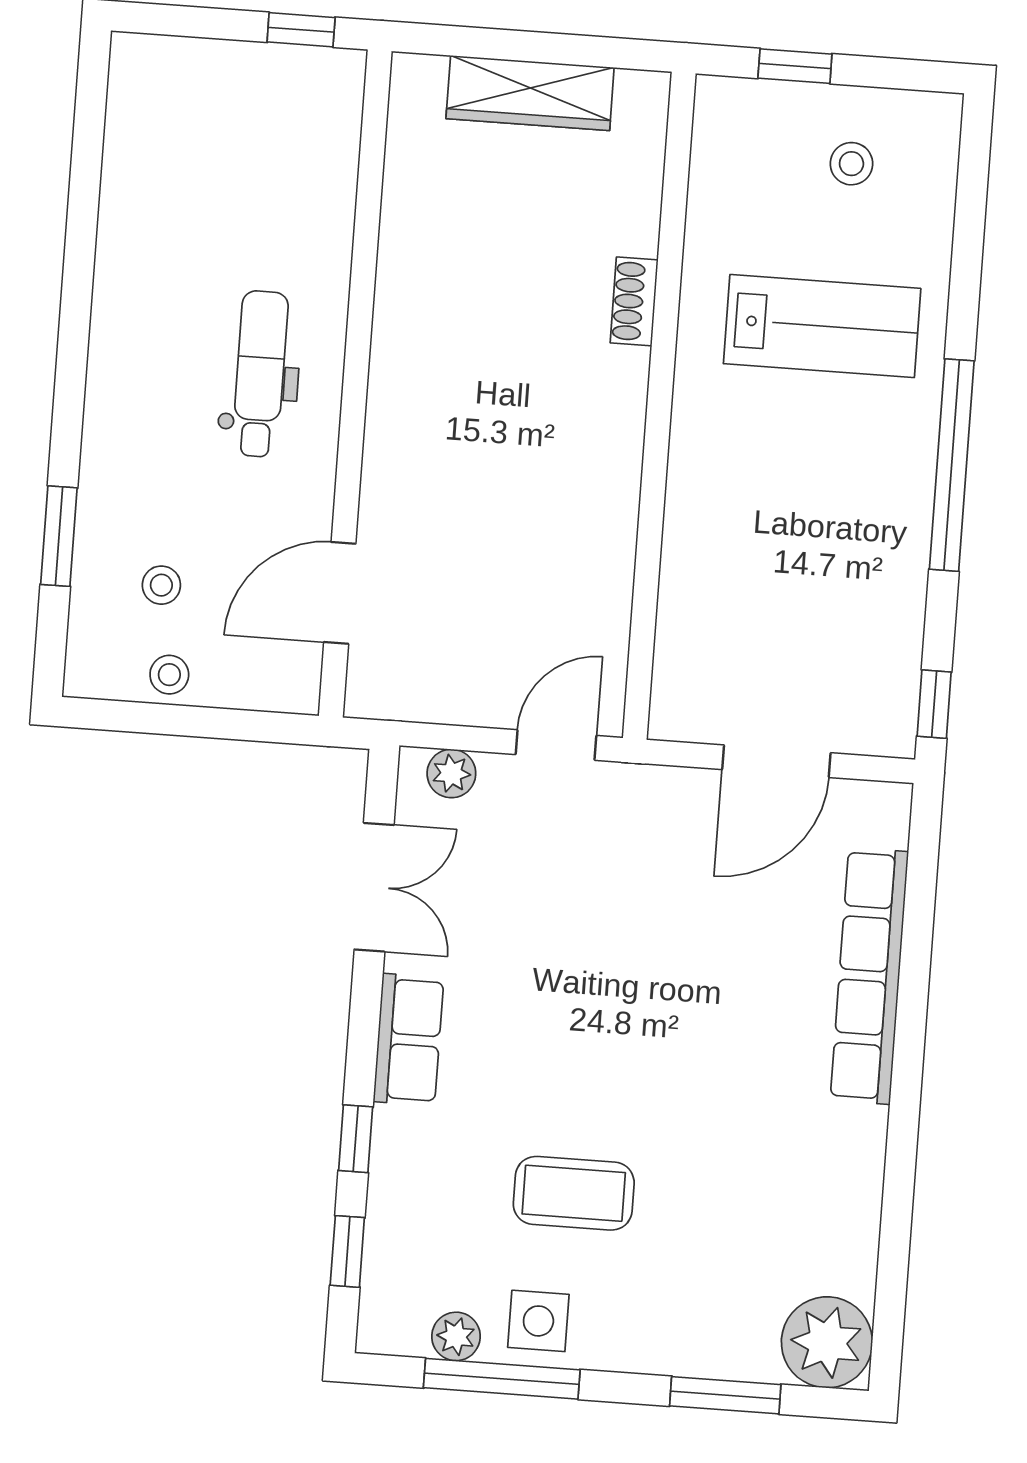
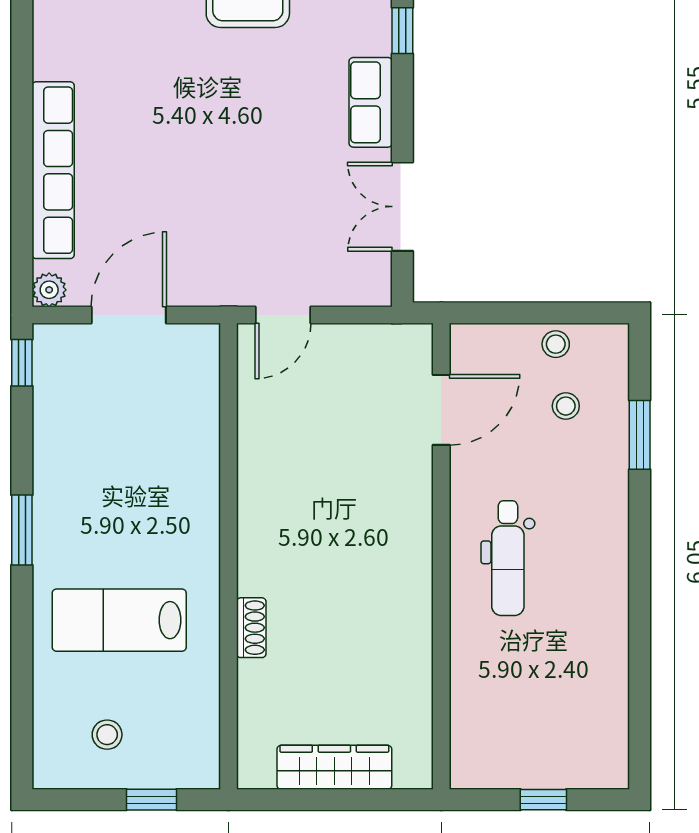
window: (301, 30) -> (543, 800), moved
window: (952, 465) -> (22, 530), width x0.47
plant: (451, 773) -> (49, 290), moved

